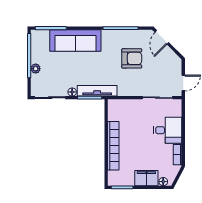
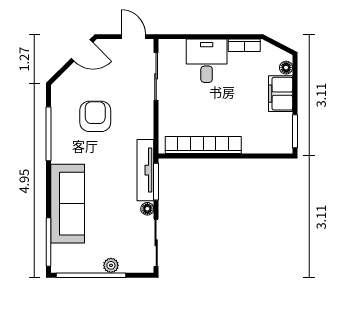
door: (162, 37) -> (82, 50), moved
bookcase: (113, 146) -> (203, 145), moved

